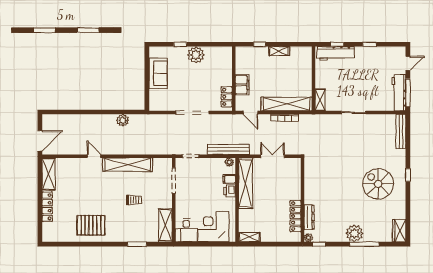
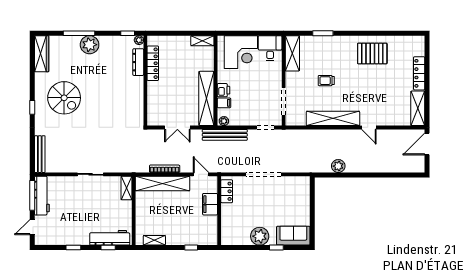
shelving: (279, 51) -> (154, 240), moved
sofa: (158, 73) -> (293, 236), moved, turned 90
wardrobe: (399, 231) -> (42, 54), width x1.50

